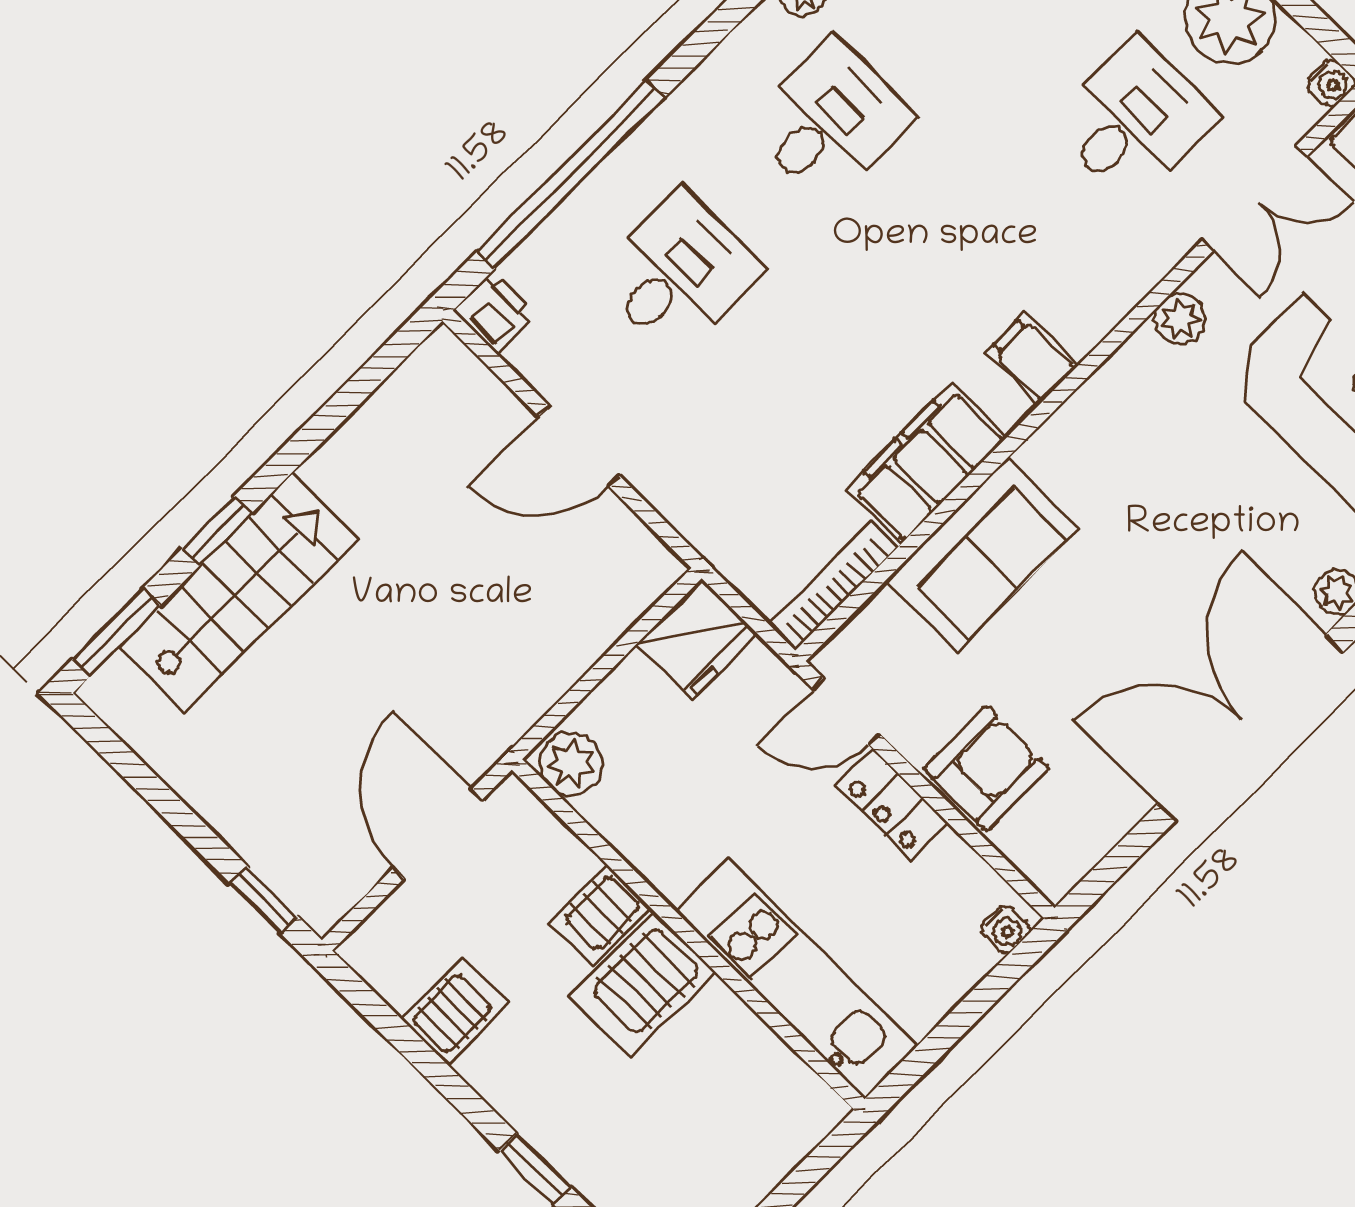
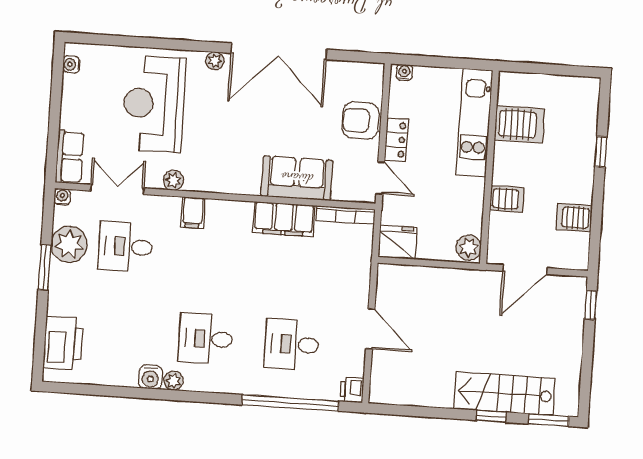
filing cabinet: (1032, 359) -> (193, 213), moved
server rack: (643, 984) -> (519, 124), moved

